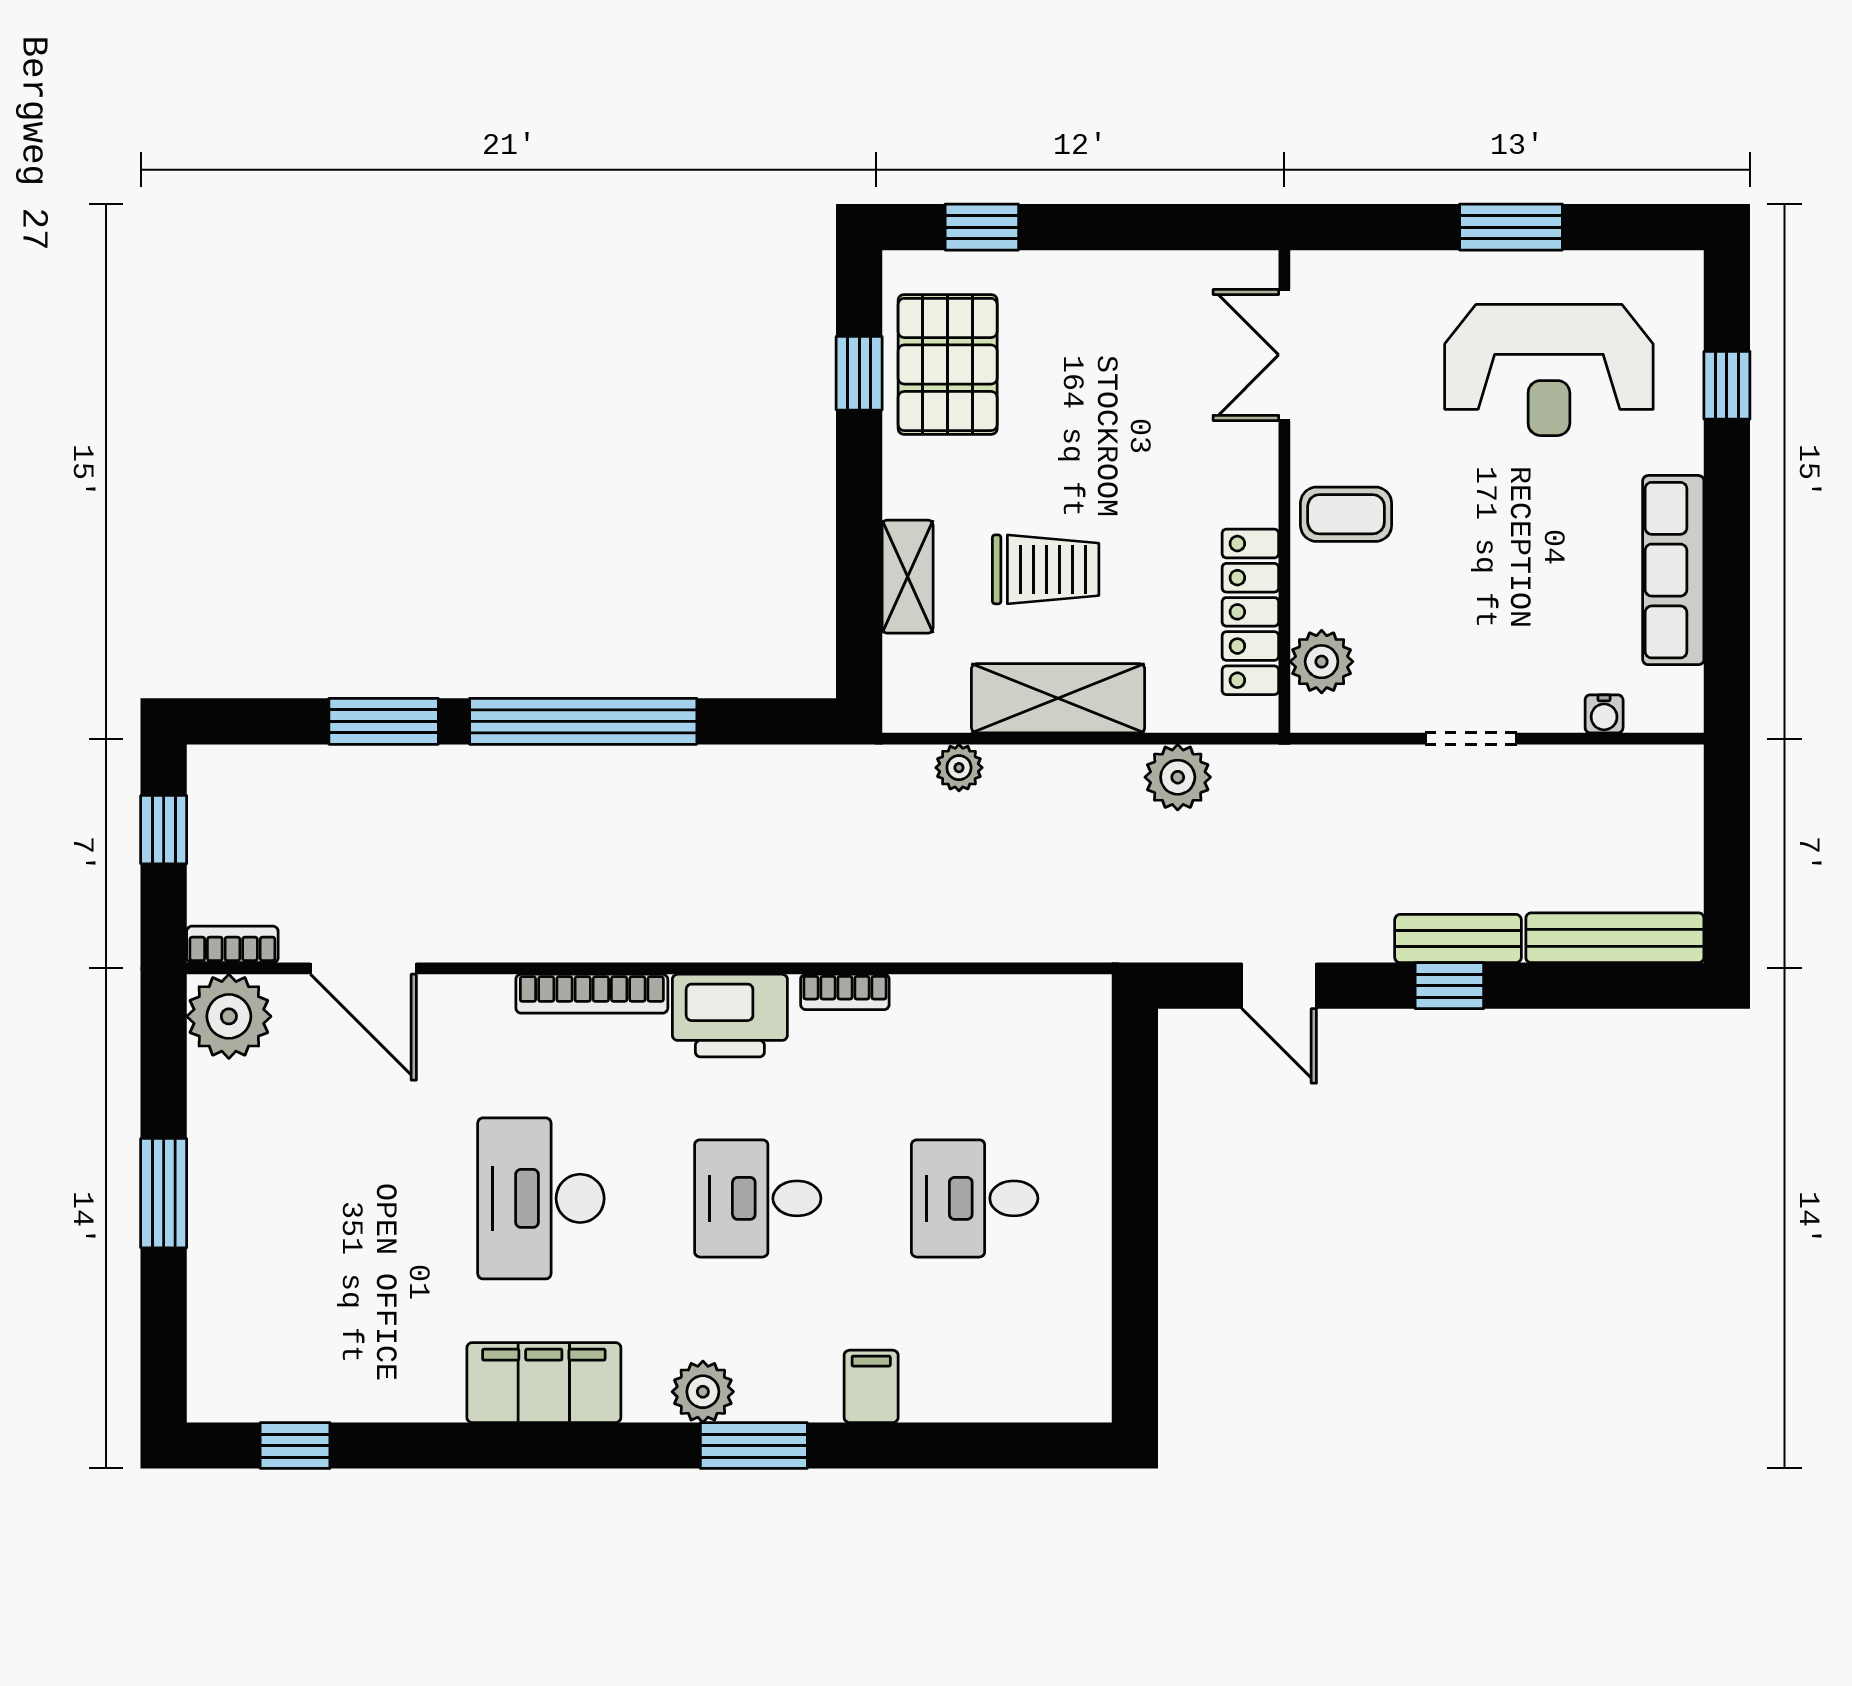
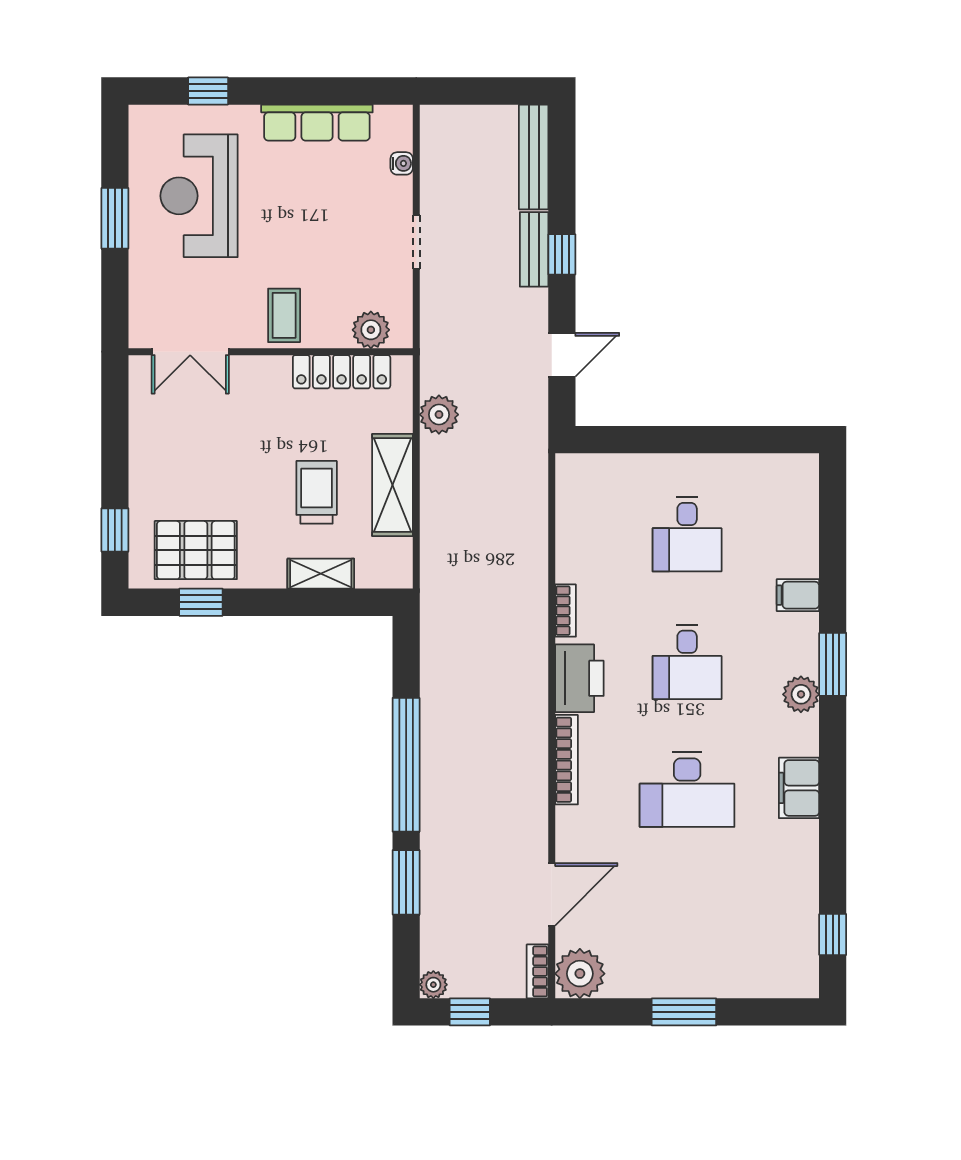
reception desk: (1549, 370) -> (199, 196), turned 180
plant: (959, 768) -> (433, 985), moved
filing cabinet: (544, 1383) -> (799, 788), width x0.67, depth x0.86

